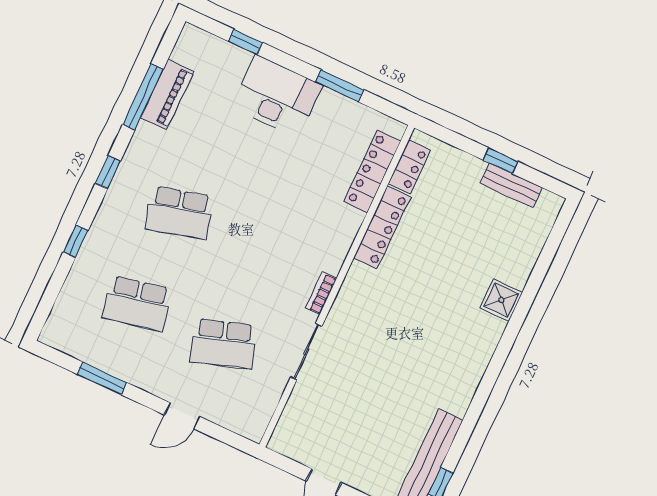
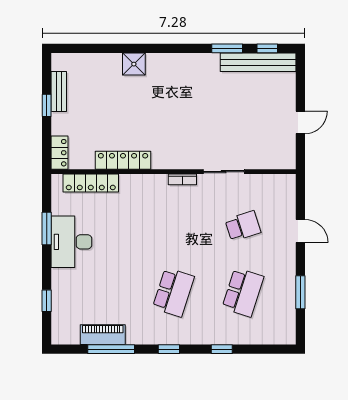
desk: (277, 96) -> (71, 242), moved
locker: (409, 167) -> (60, 153), moved, turned 90
school desk: (179, 213) -> (173, 292), turned 33
school desk: (137, 303) -> (243, 292), turned 30
school desk: (223, 344) -> (243, 226), width x0.54
window: (465, 431) -> (227, 48), added

